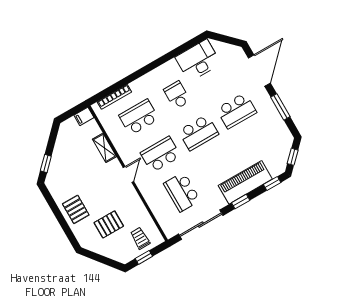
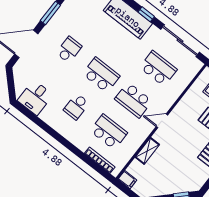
desk: (198, 60) -> (35, 98), width x0.73
school desk: (237, 111) -> (69, 50), width x0.54
school desk: (139, 117) -> (109, 132), turned 180
school desk: (182, 192) -> (158, 68), turned -90

